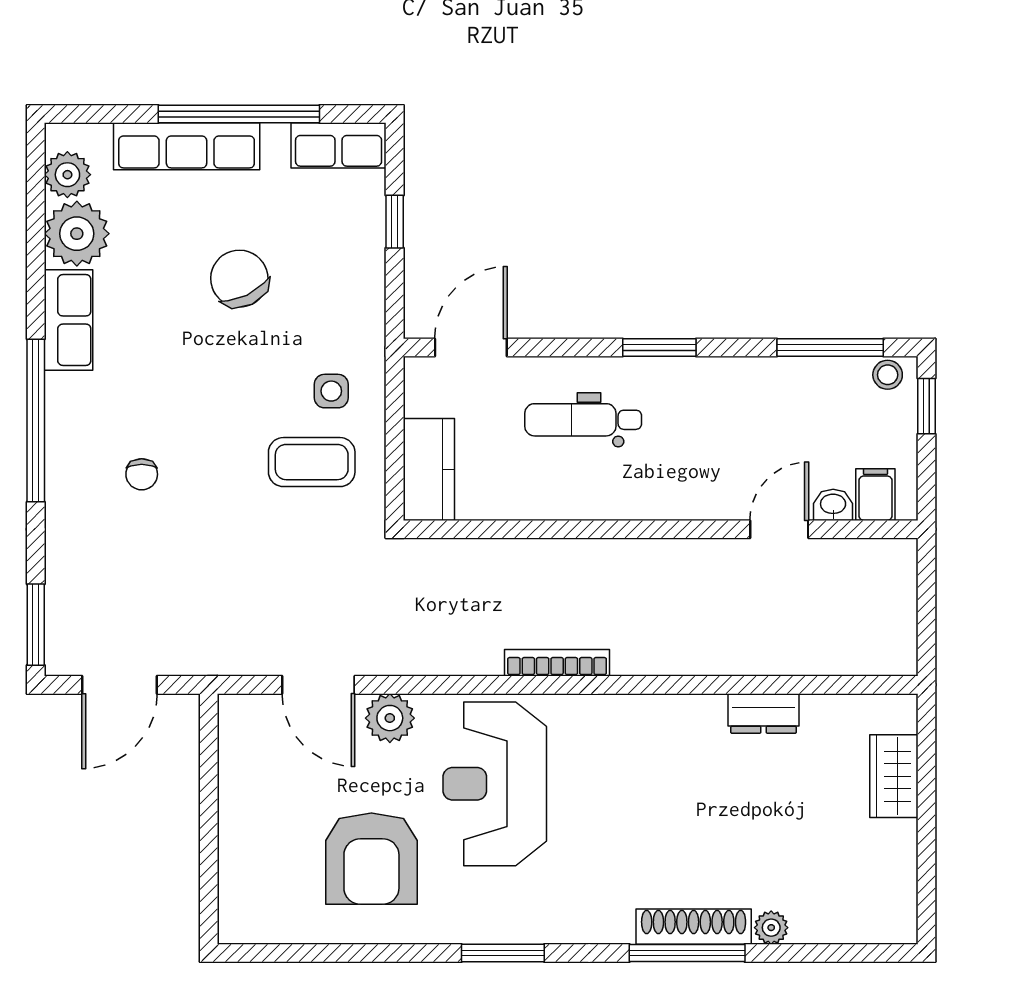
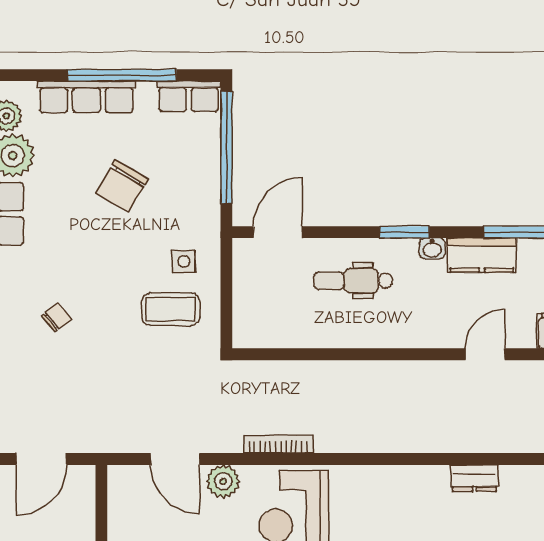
window: (395, 222) -> (226, 147), width x3.17
chair: (239, 279) -> (122, 186), turned -123
kitchen counter: (429, 469) -> (482, 255), moved, turned 90
chair: (142, 474) -> (56, 317), turned -129
washbasin: (833, 505) -> (432, 249), moved, turned 180
bookcase: (557, 663) -> (278, 444), moved

